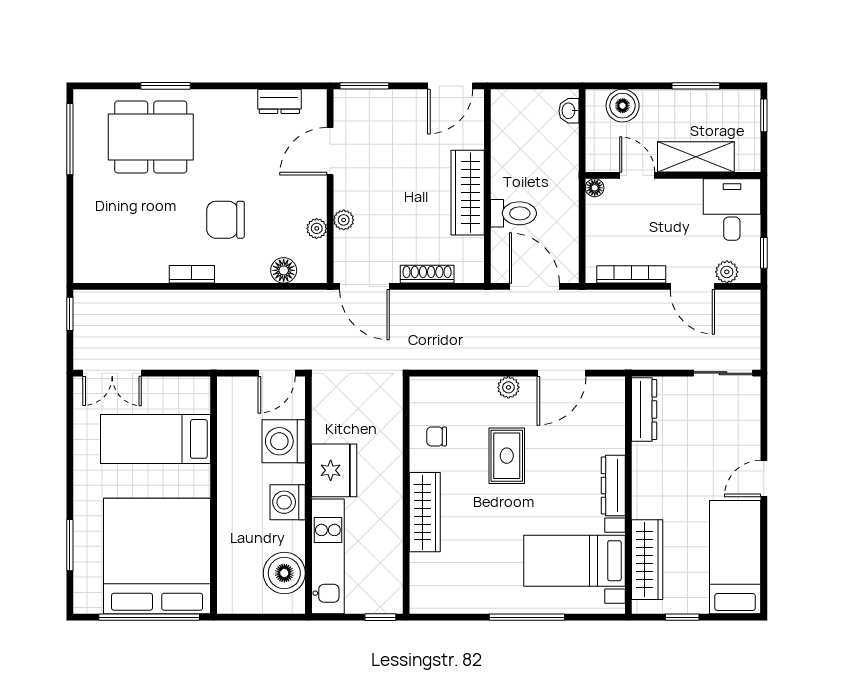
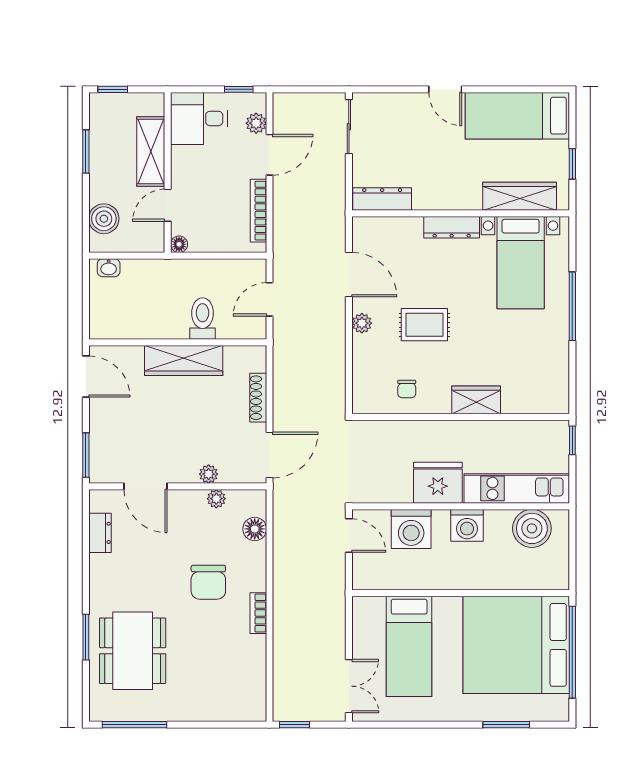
door: (534, 286) -> (269, 299), width x0.73
wardrobe: (425, 512) -> (476, 400), width x0.67

